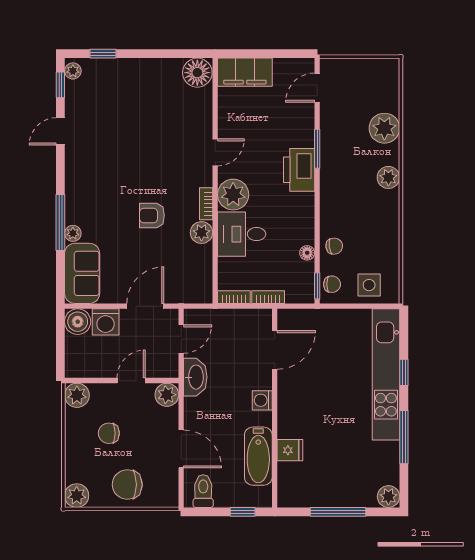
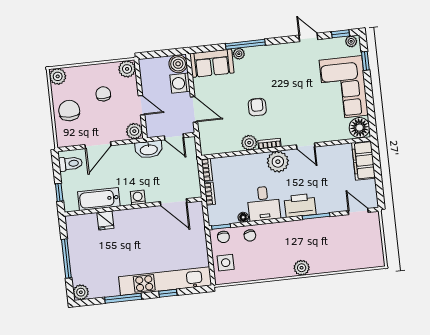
corner sofa: (138, 89) -> (344, 88), added
plant: (384, 128) -> (335, 261), removed
desk: (242, 234) -> (264, 203), moved, turned 180

